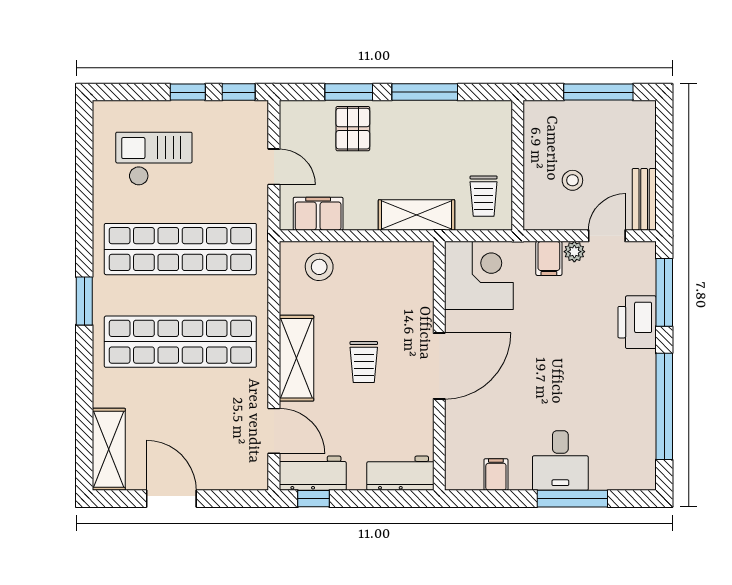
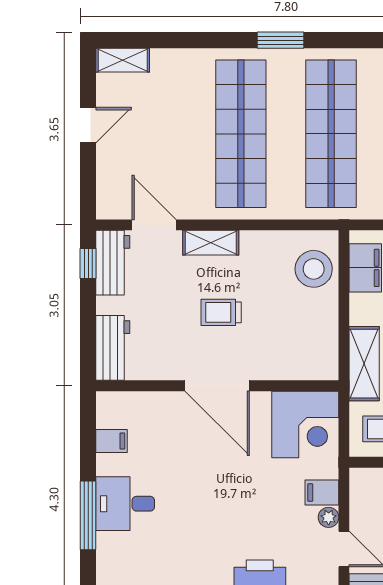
stool: (319, 267) -> (314, 269), width x1.38, depth x1.38
shelving: (296, 358) -> (211, 243), width x0.67, depth x0.75
door: (274, 431) -> (154, 225), swing flipped
shelving: (109, 449) -> (123, 60), width x0.67, depth x0.75
door: (171, 499) -> (88, 125), width x0.73

